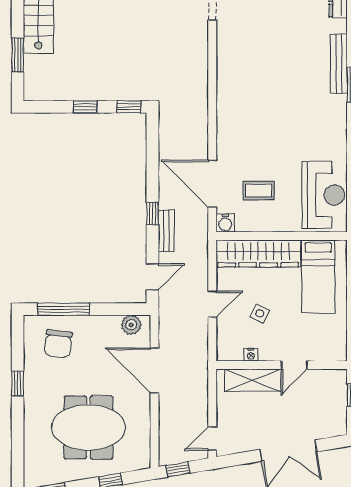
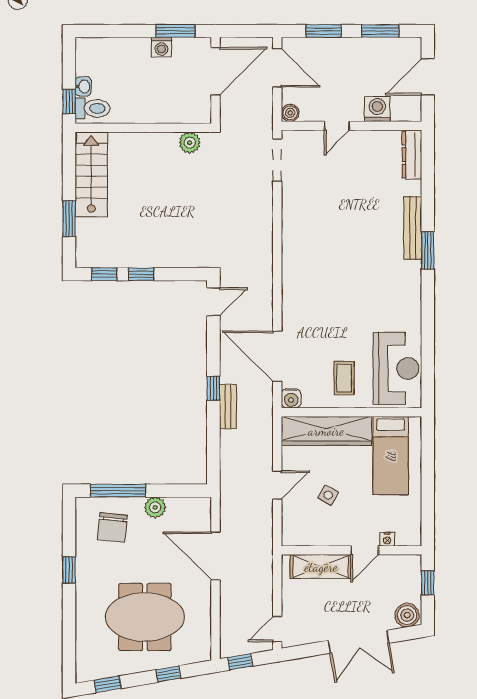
window: (129, 107) -> (104, 274), moved
coffee table: (259, 191) -> (344, 378), moved, turned 90
door: (153, 277) -> (213, 302), moved
plant: (131, 325) -> (155, 507), moved
nightstand: (251, 355) -> (387, 539), moved
boiler: (334, 426) -> (407, 615), added

